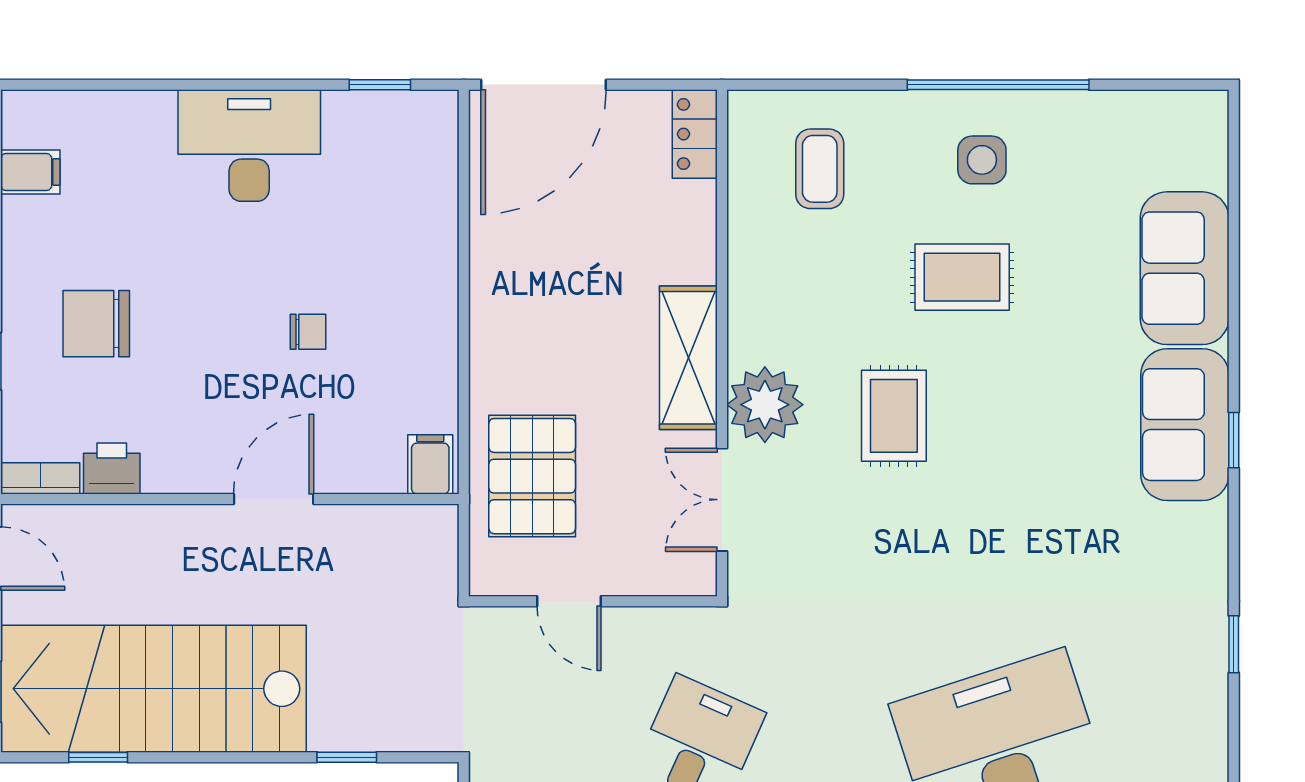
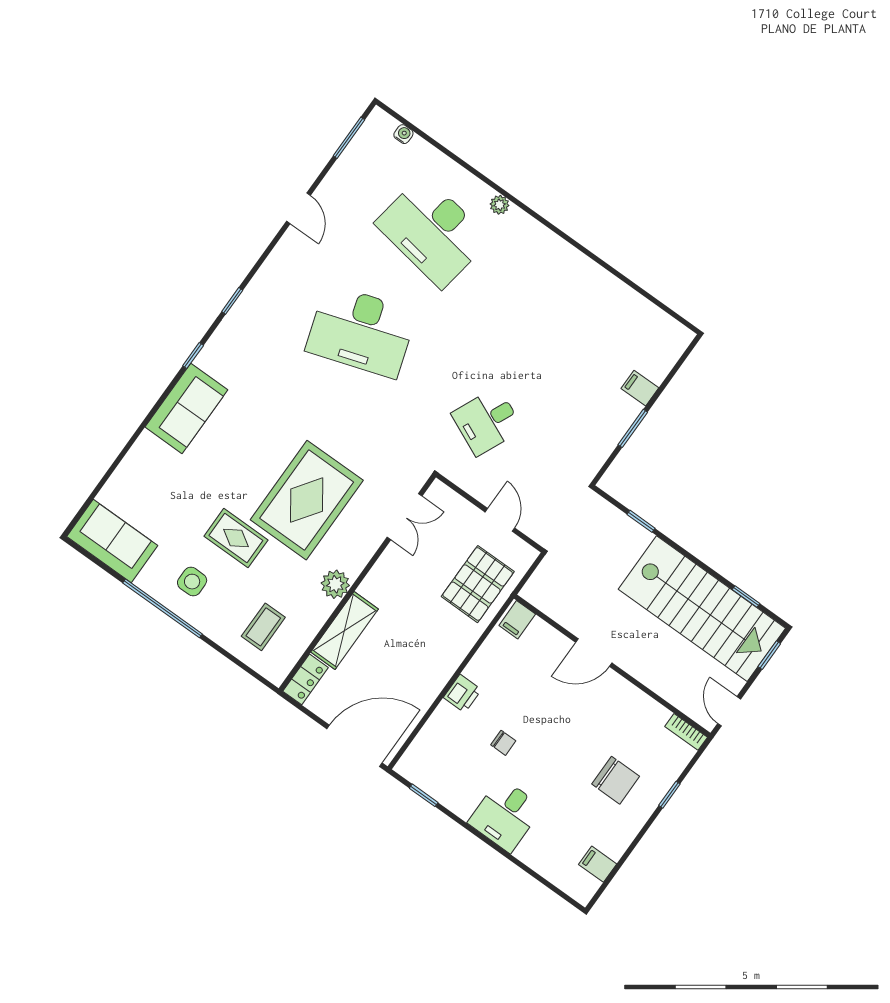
desk: (249, 146) -> (505, 815), width x0.73
sofa: (1185, 268) -> (112, 541), moved, turned -90
chair: (308, 332) -> (503, 743), moved, turned 180
shelving: (688, 358) -> (345, 631), moved
plant: (765, 405) -> (335, 584), moved, width x0.73, depth x0.73
rug: (894, 416) -> (307, 500), width x1.86, depth x2.06
window: (1234, 440) -> (193, 356), moved
printer: (112, 468) -> (462, 694), moved, turned -90

